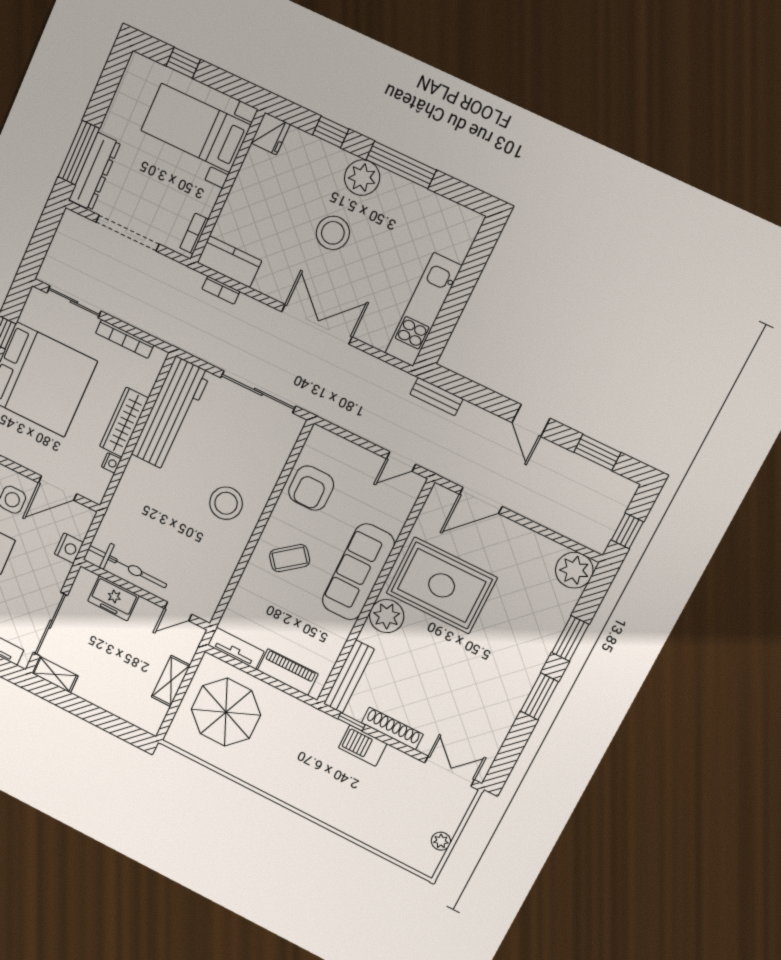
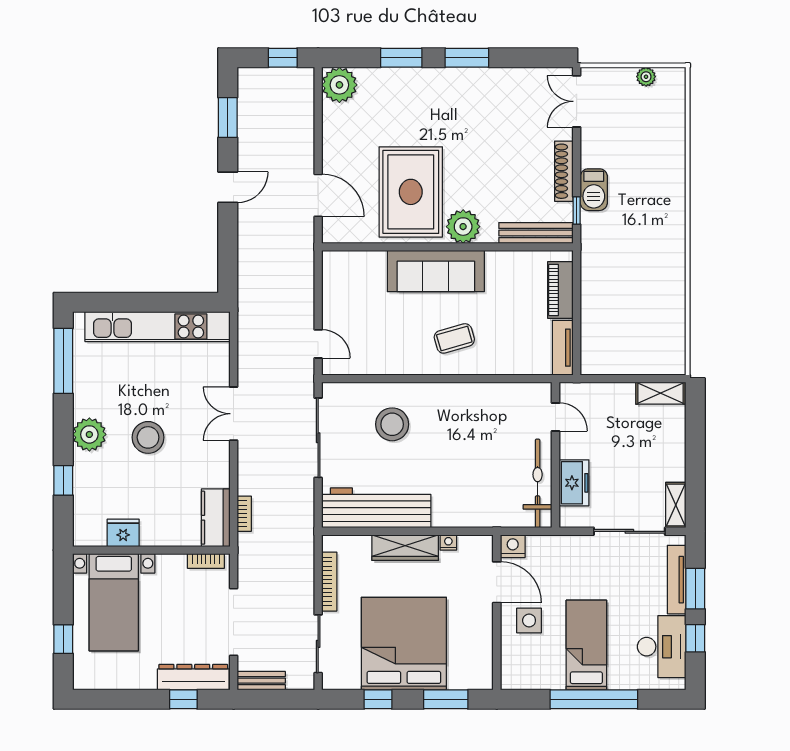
fridge: (271, 134) -> (123, 533), moved
window: (79, 153) -> (183, 699), width x0.46
window: (401, 165) -> (63, 361), moved
kitchen unit: (423, 310) -> (158, 327), width x1.36
double door: (317, 324) -> (234, 414), width x0.73
bench: (437, 397) -> (261, 681), moved, turned 90
door: (401, 461) -> (318, 344), moved
armchair: (311, 488) -> (381, 349), removed
stool: (226, 503) -> (392, 424), moved
nightstand: (69, 548) -> (513, 546), moved
coffee table: (290, 558) -> (454, 338), turned -68
shelving: (171, 681) -> (660, 393), moved
parasol: (226, 712) -> (628, 328), removed

